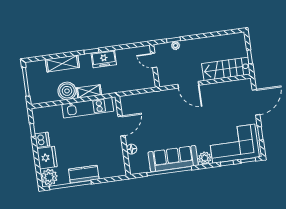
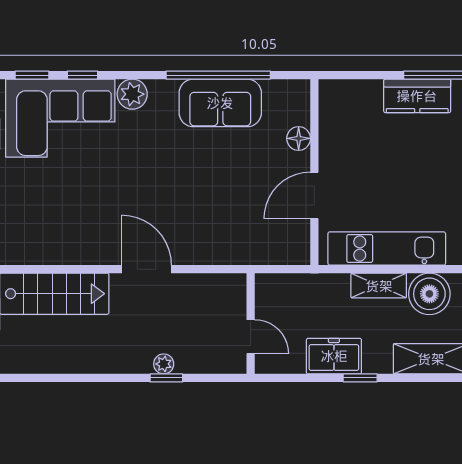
door: (154, 60) -> (251, 337), moved
wall: (155, 66) -> (251, 324), moved
sofa: (173, 159) -> (220, 103), width x0.73

